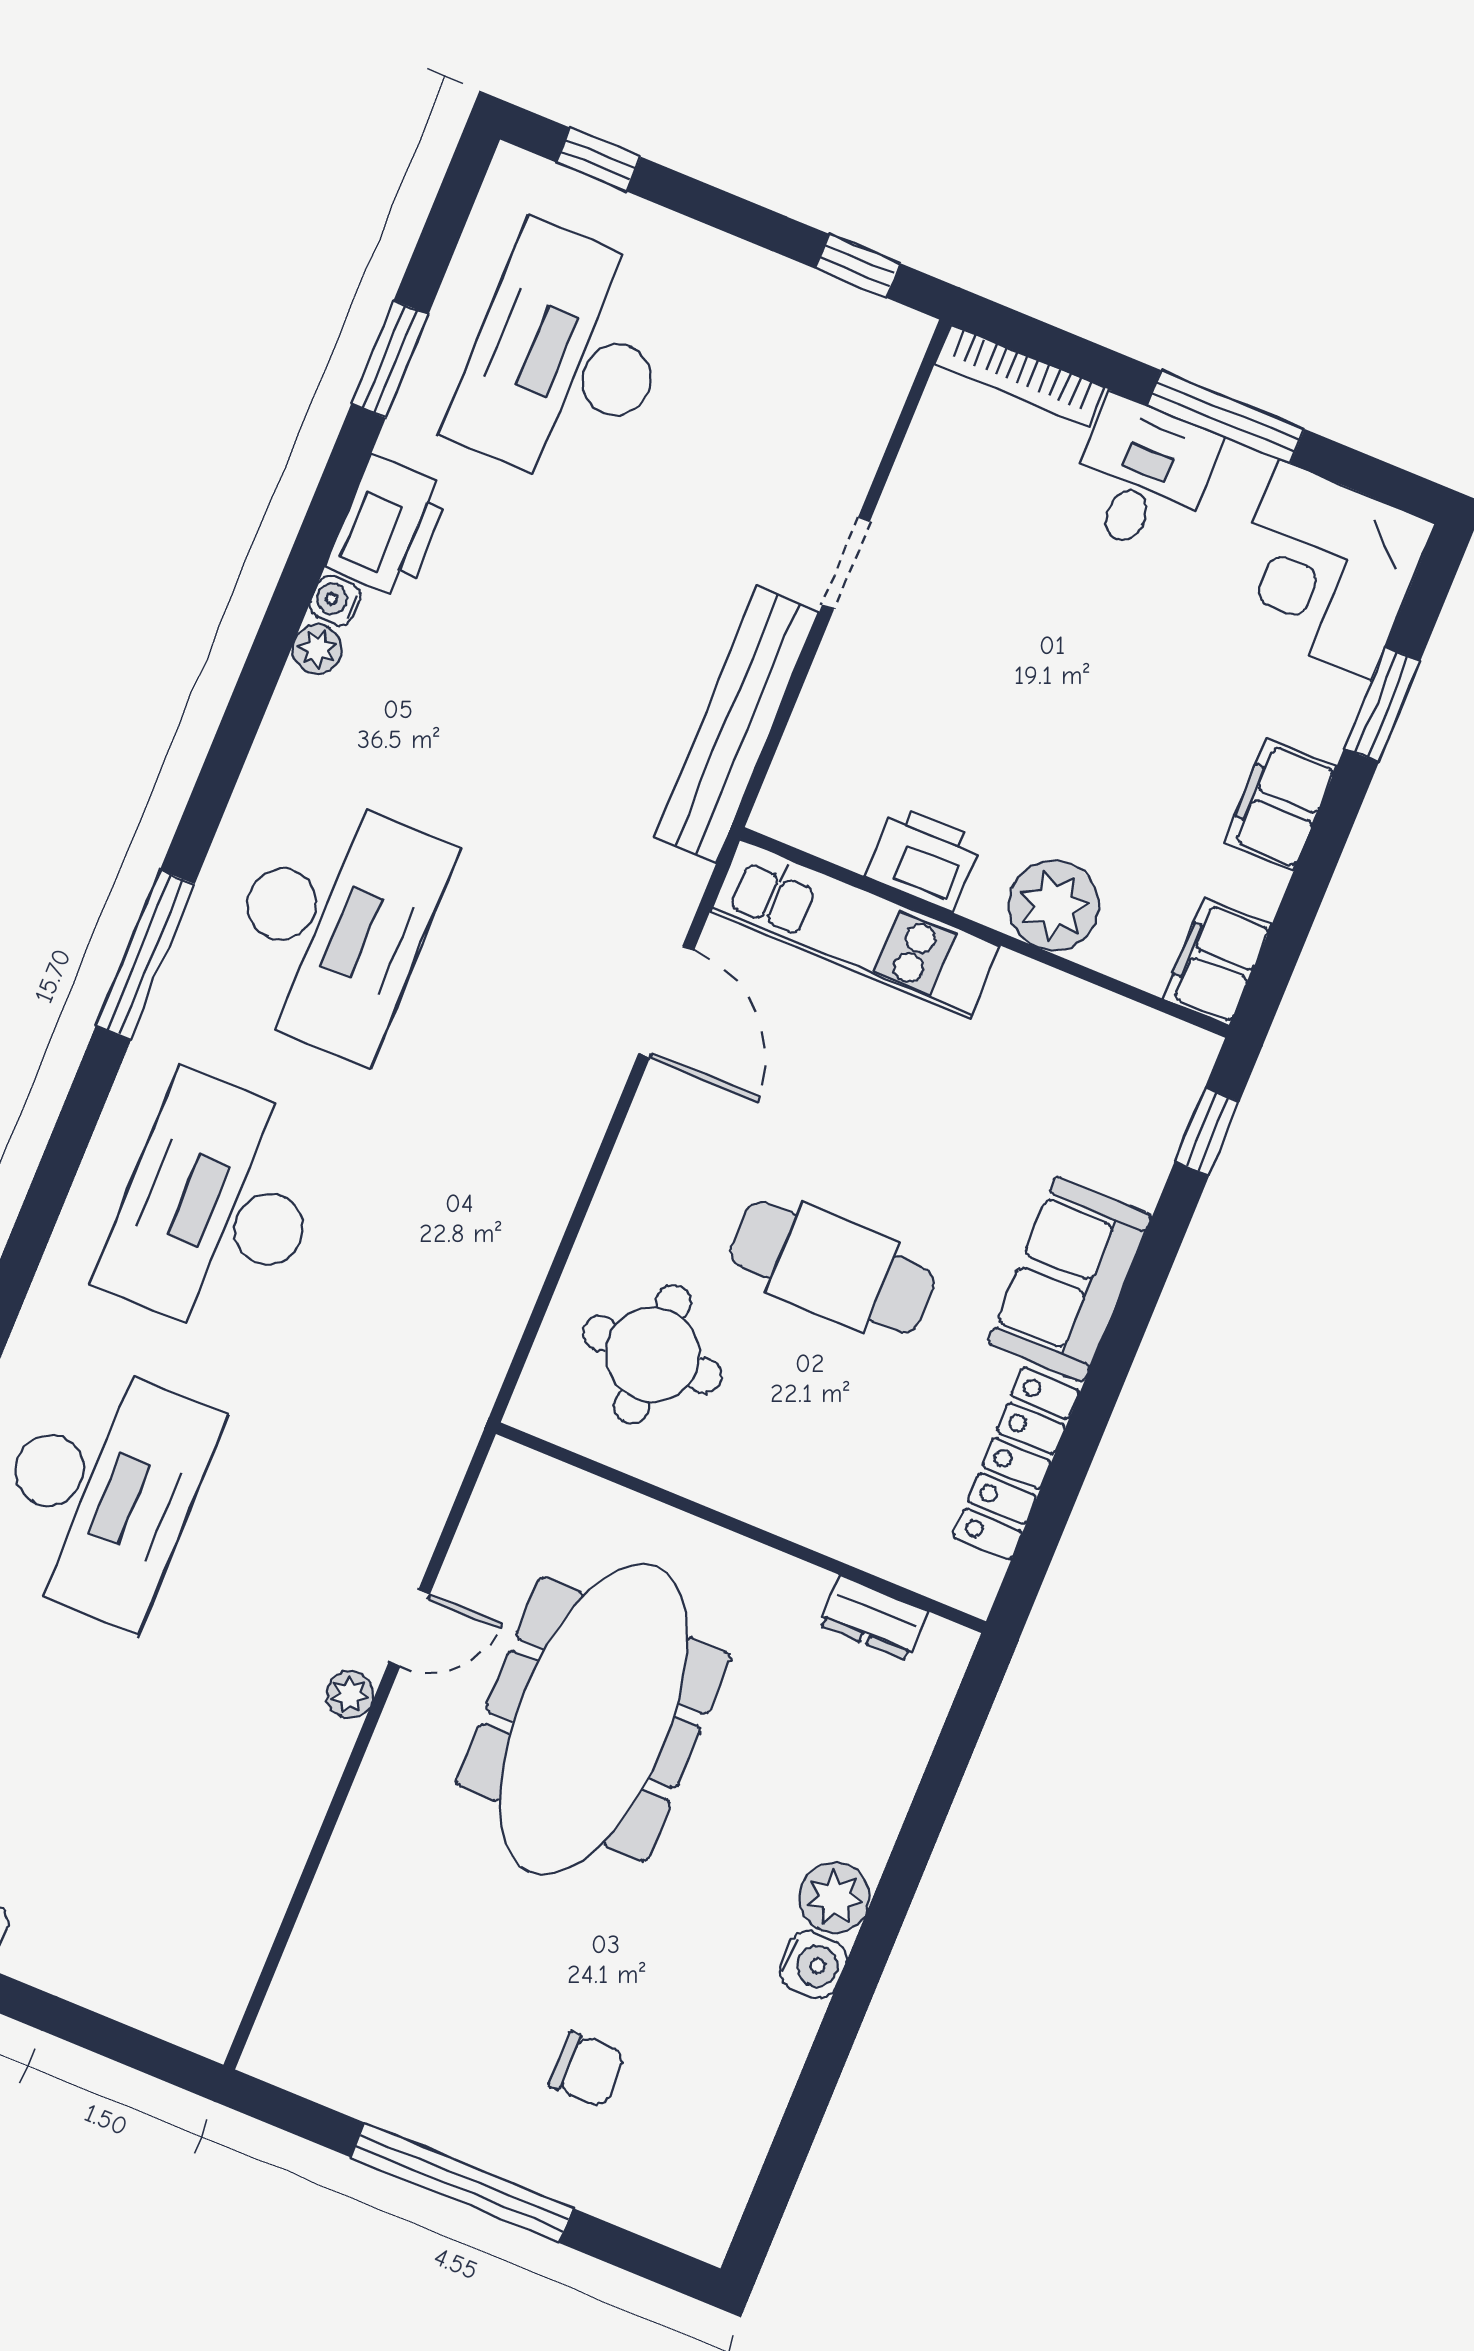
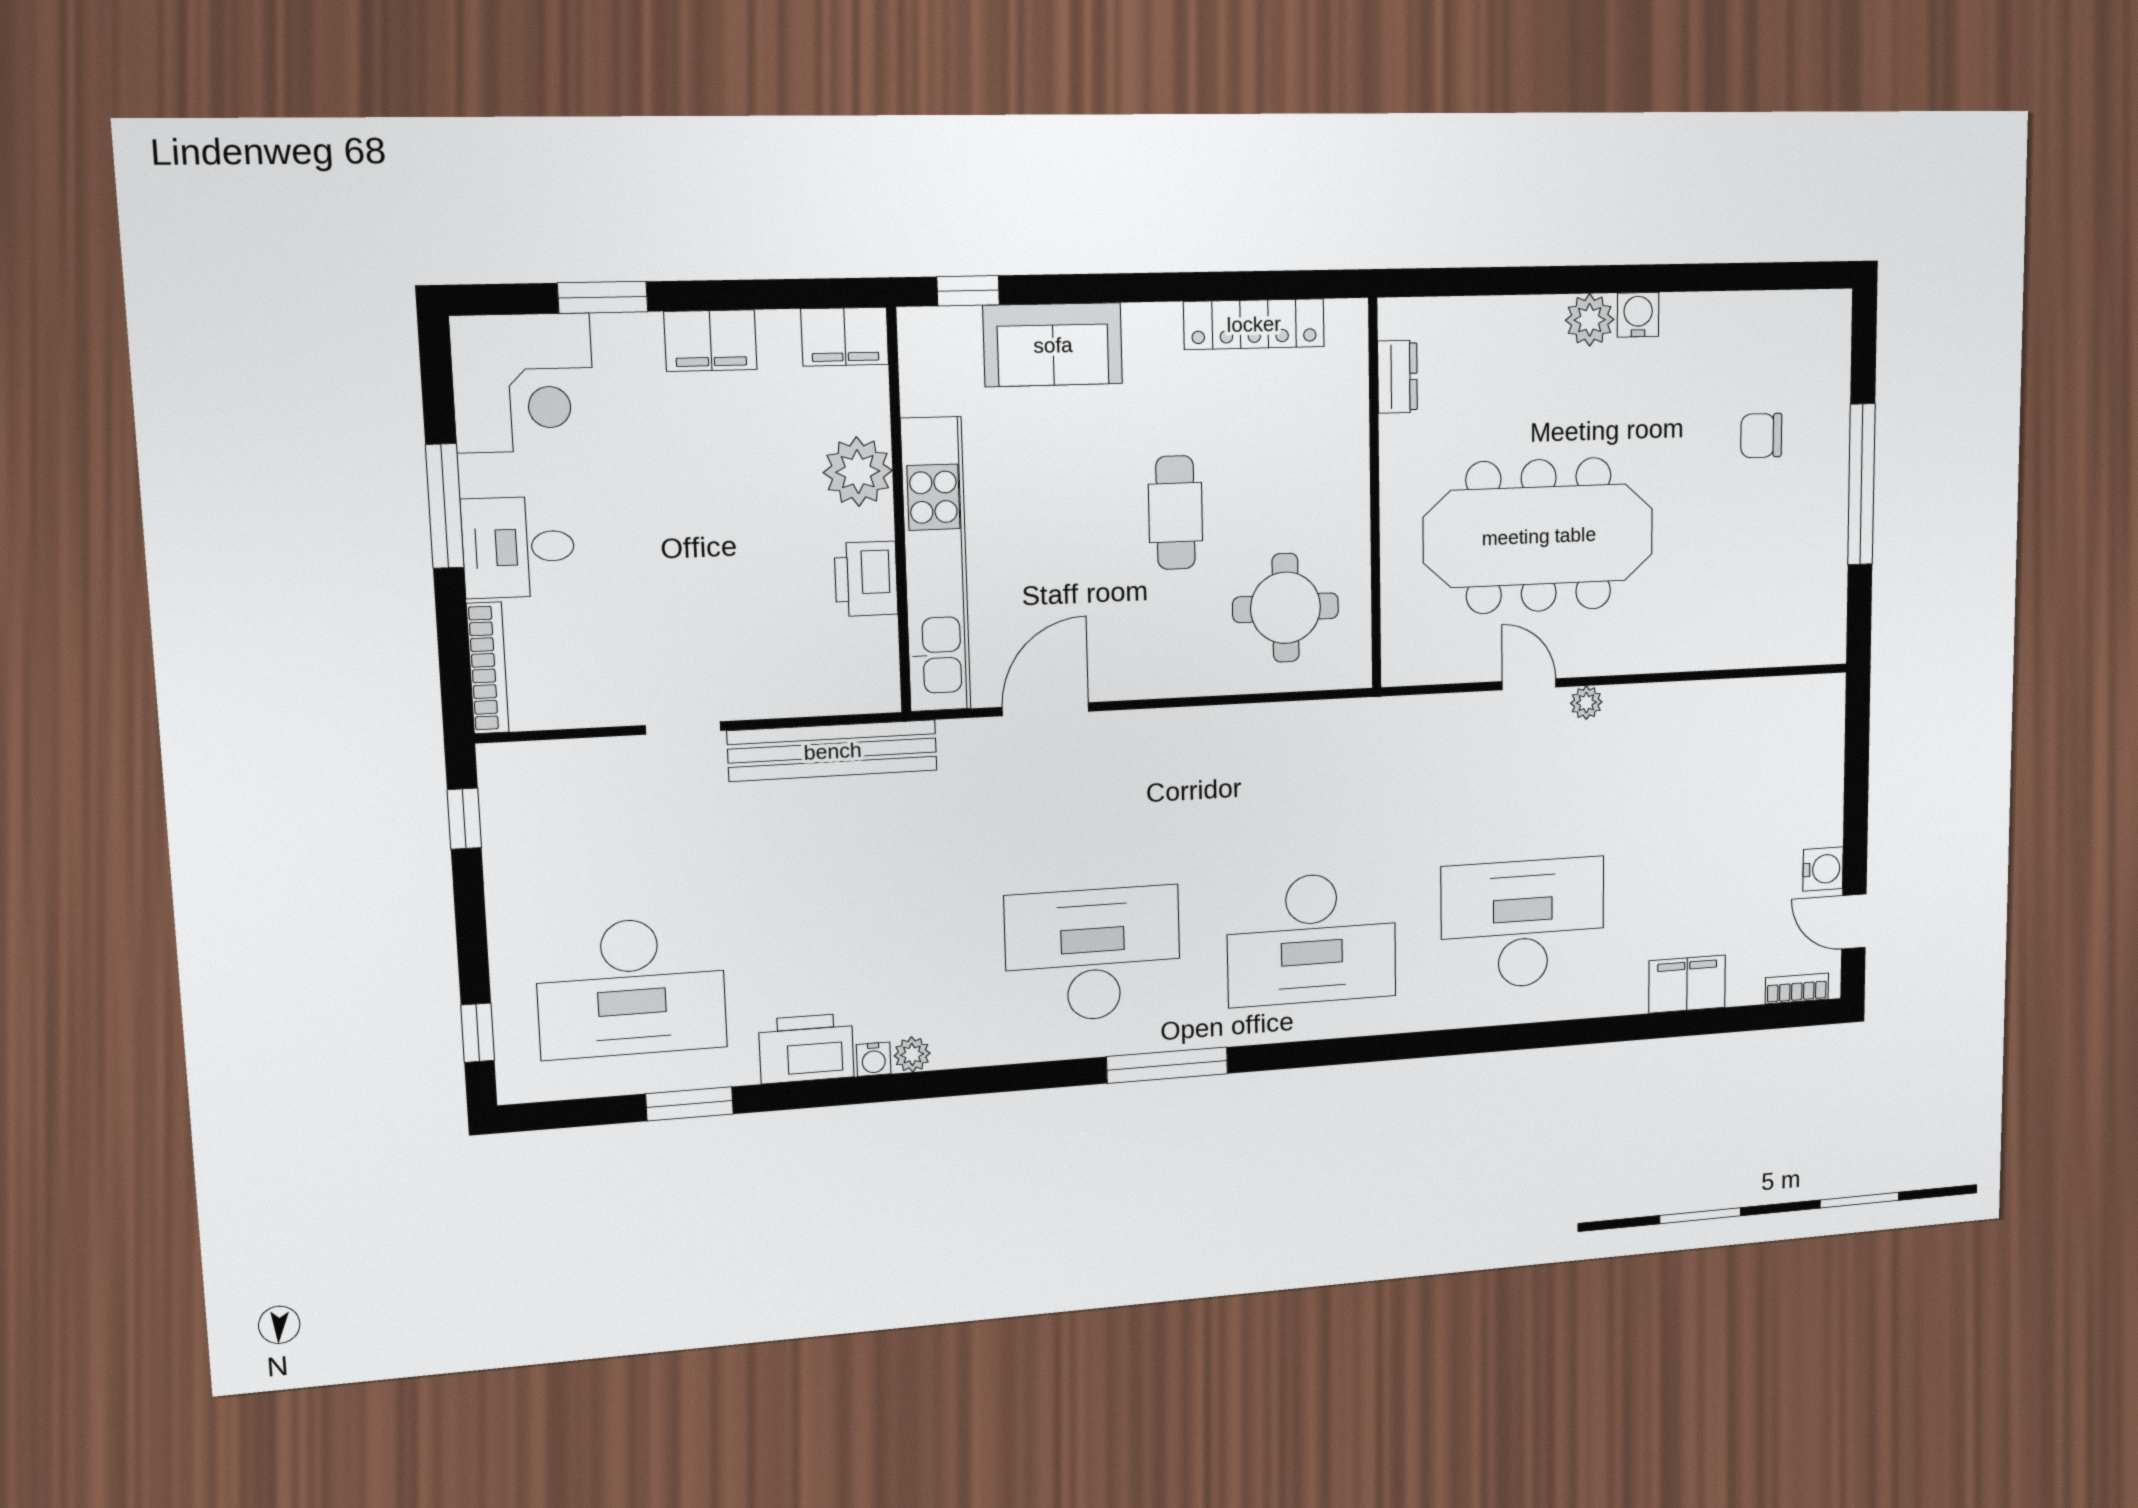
kitchen unit: (855, 929) -> (936, 565), width x1.36
cafe table: (832, 1267) -> (1176, 513), width x0.73, depth x0.74
sofa: (1070, 1279) -> (1053, 345), moved
chair: (587, 2070) -> (1761, 436), turned -90

